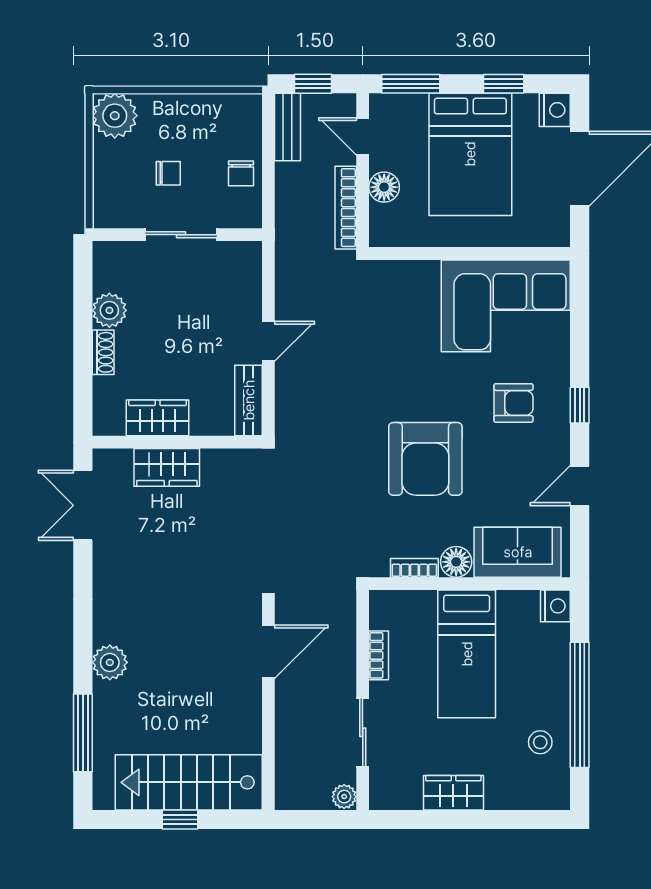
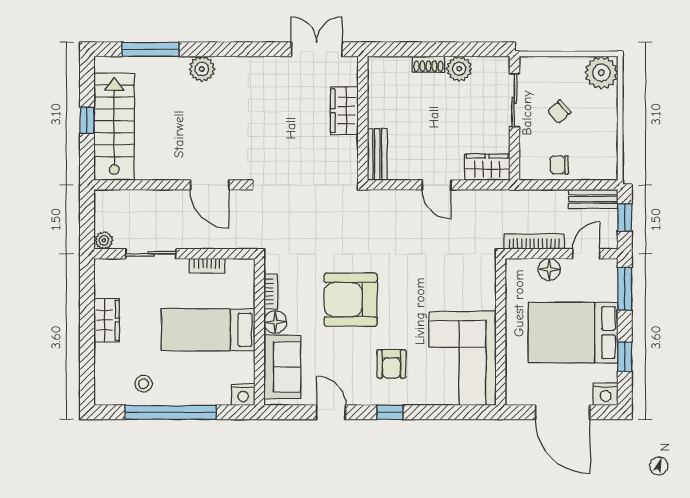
chair: (168, 173) -> (559, 112), turned 48
sliding door: (181, 235) -> (514, 100), moved
bench: (249, 400) -> (377, 154), moved, turned 90
wardrobe: (158, 418) -> (487, 167), moved, turned -90

